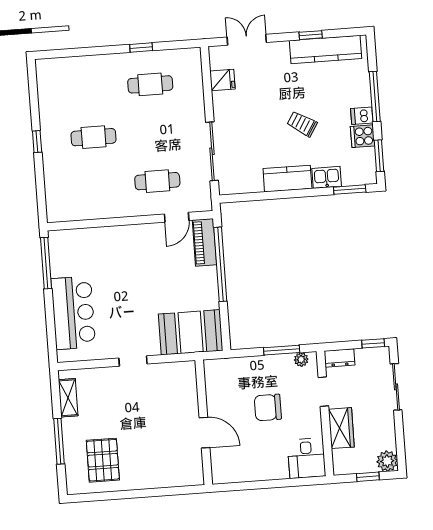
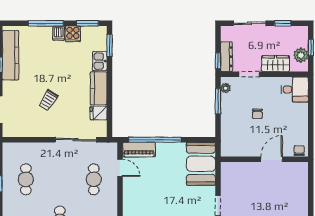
fridge: (222, 80) -> (99, 113), moved, turned -90
trolley: (302, 124) -> (48, 100), moved
window: (373, 343) -> (218, 61), moved
dresser: (340, 358) -> (226, 57), width x1.44
chair: (268, 408) -> (257, 114), width x0.54, depth x0.54
window: (400, 434) -> (283, 23), added
plant: (387, 461) -> (301, 55), moved
chair: (220, 471) -> (299, 151), added

